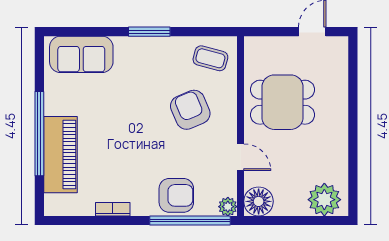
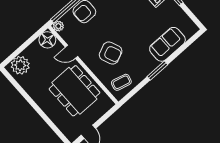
sofa: (81, 54) -> (167, 44), moved
dining table: (283, 102) -> (74, 91), width x1.38

